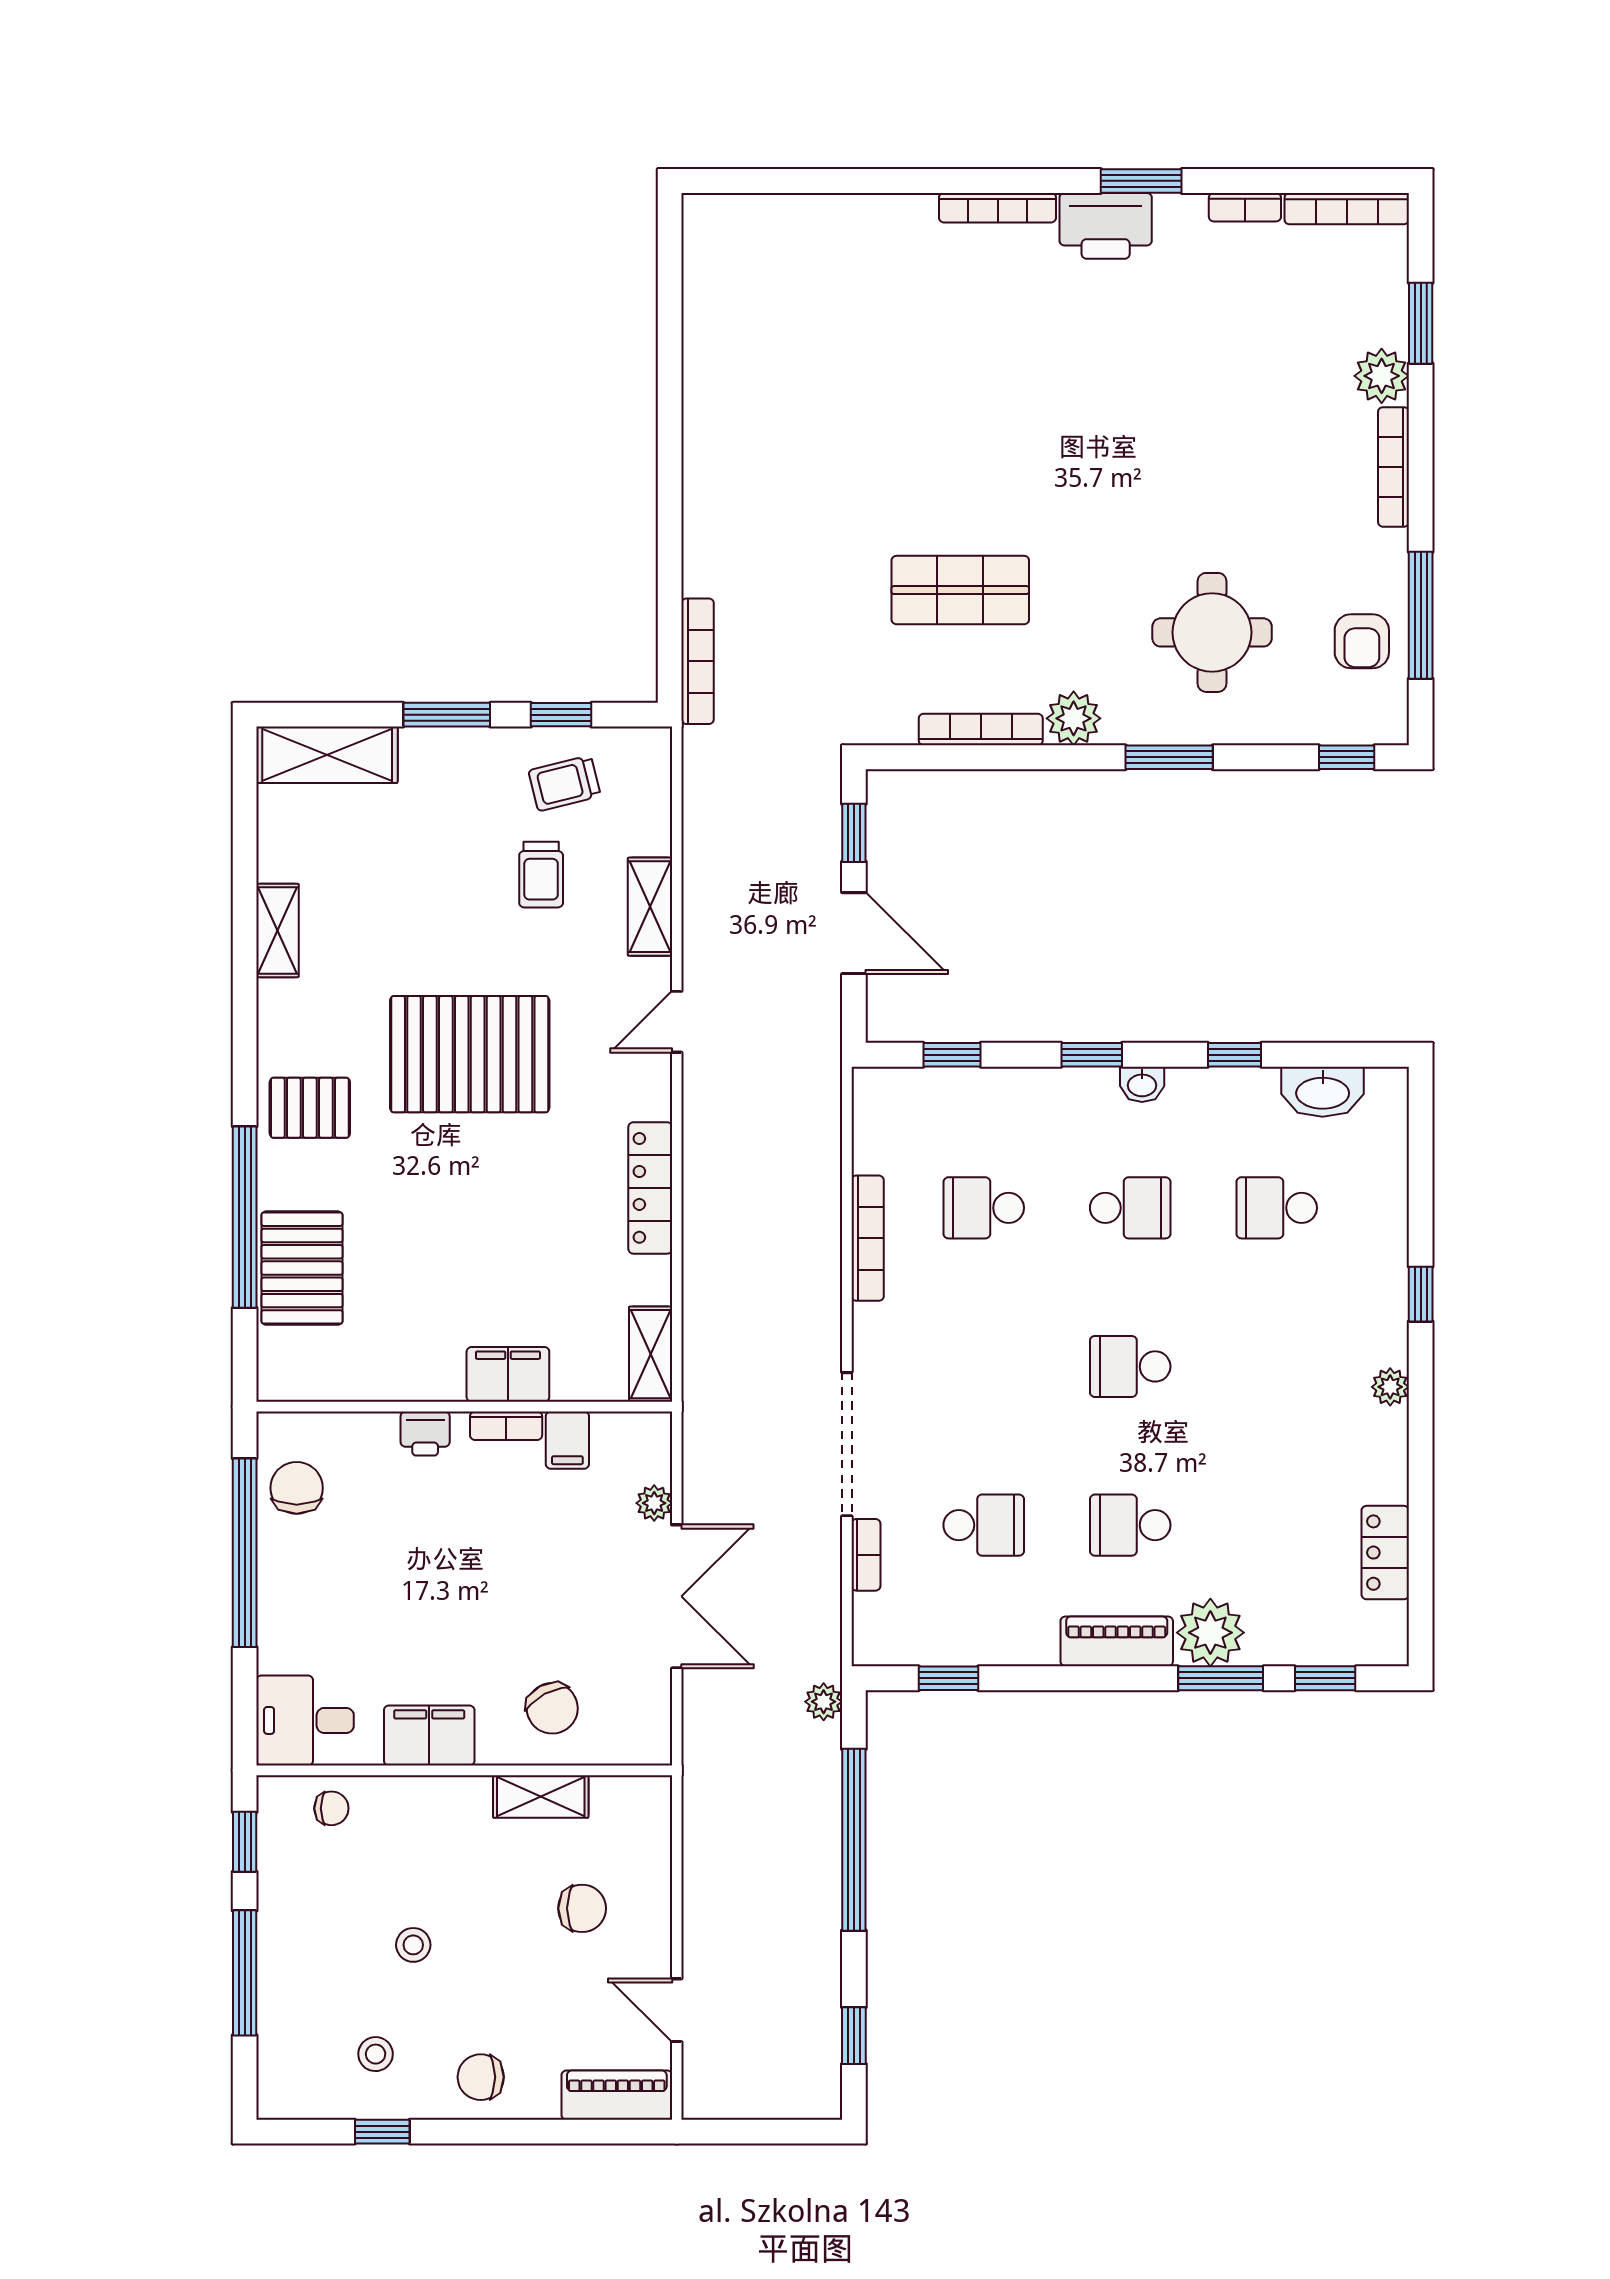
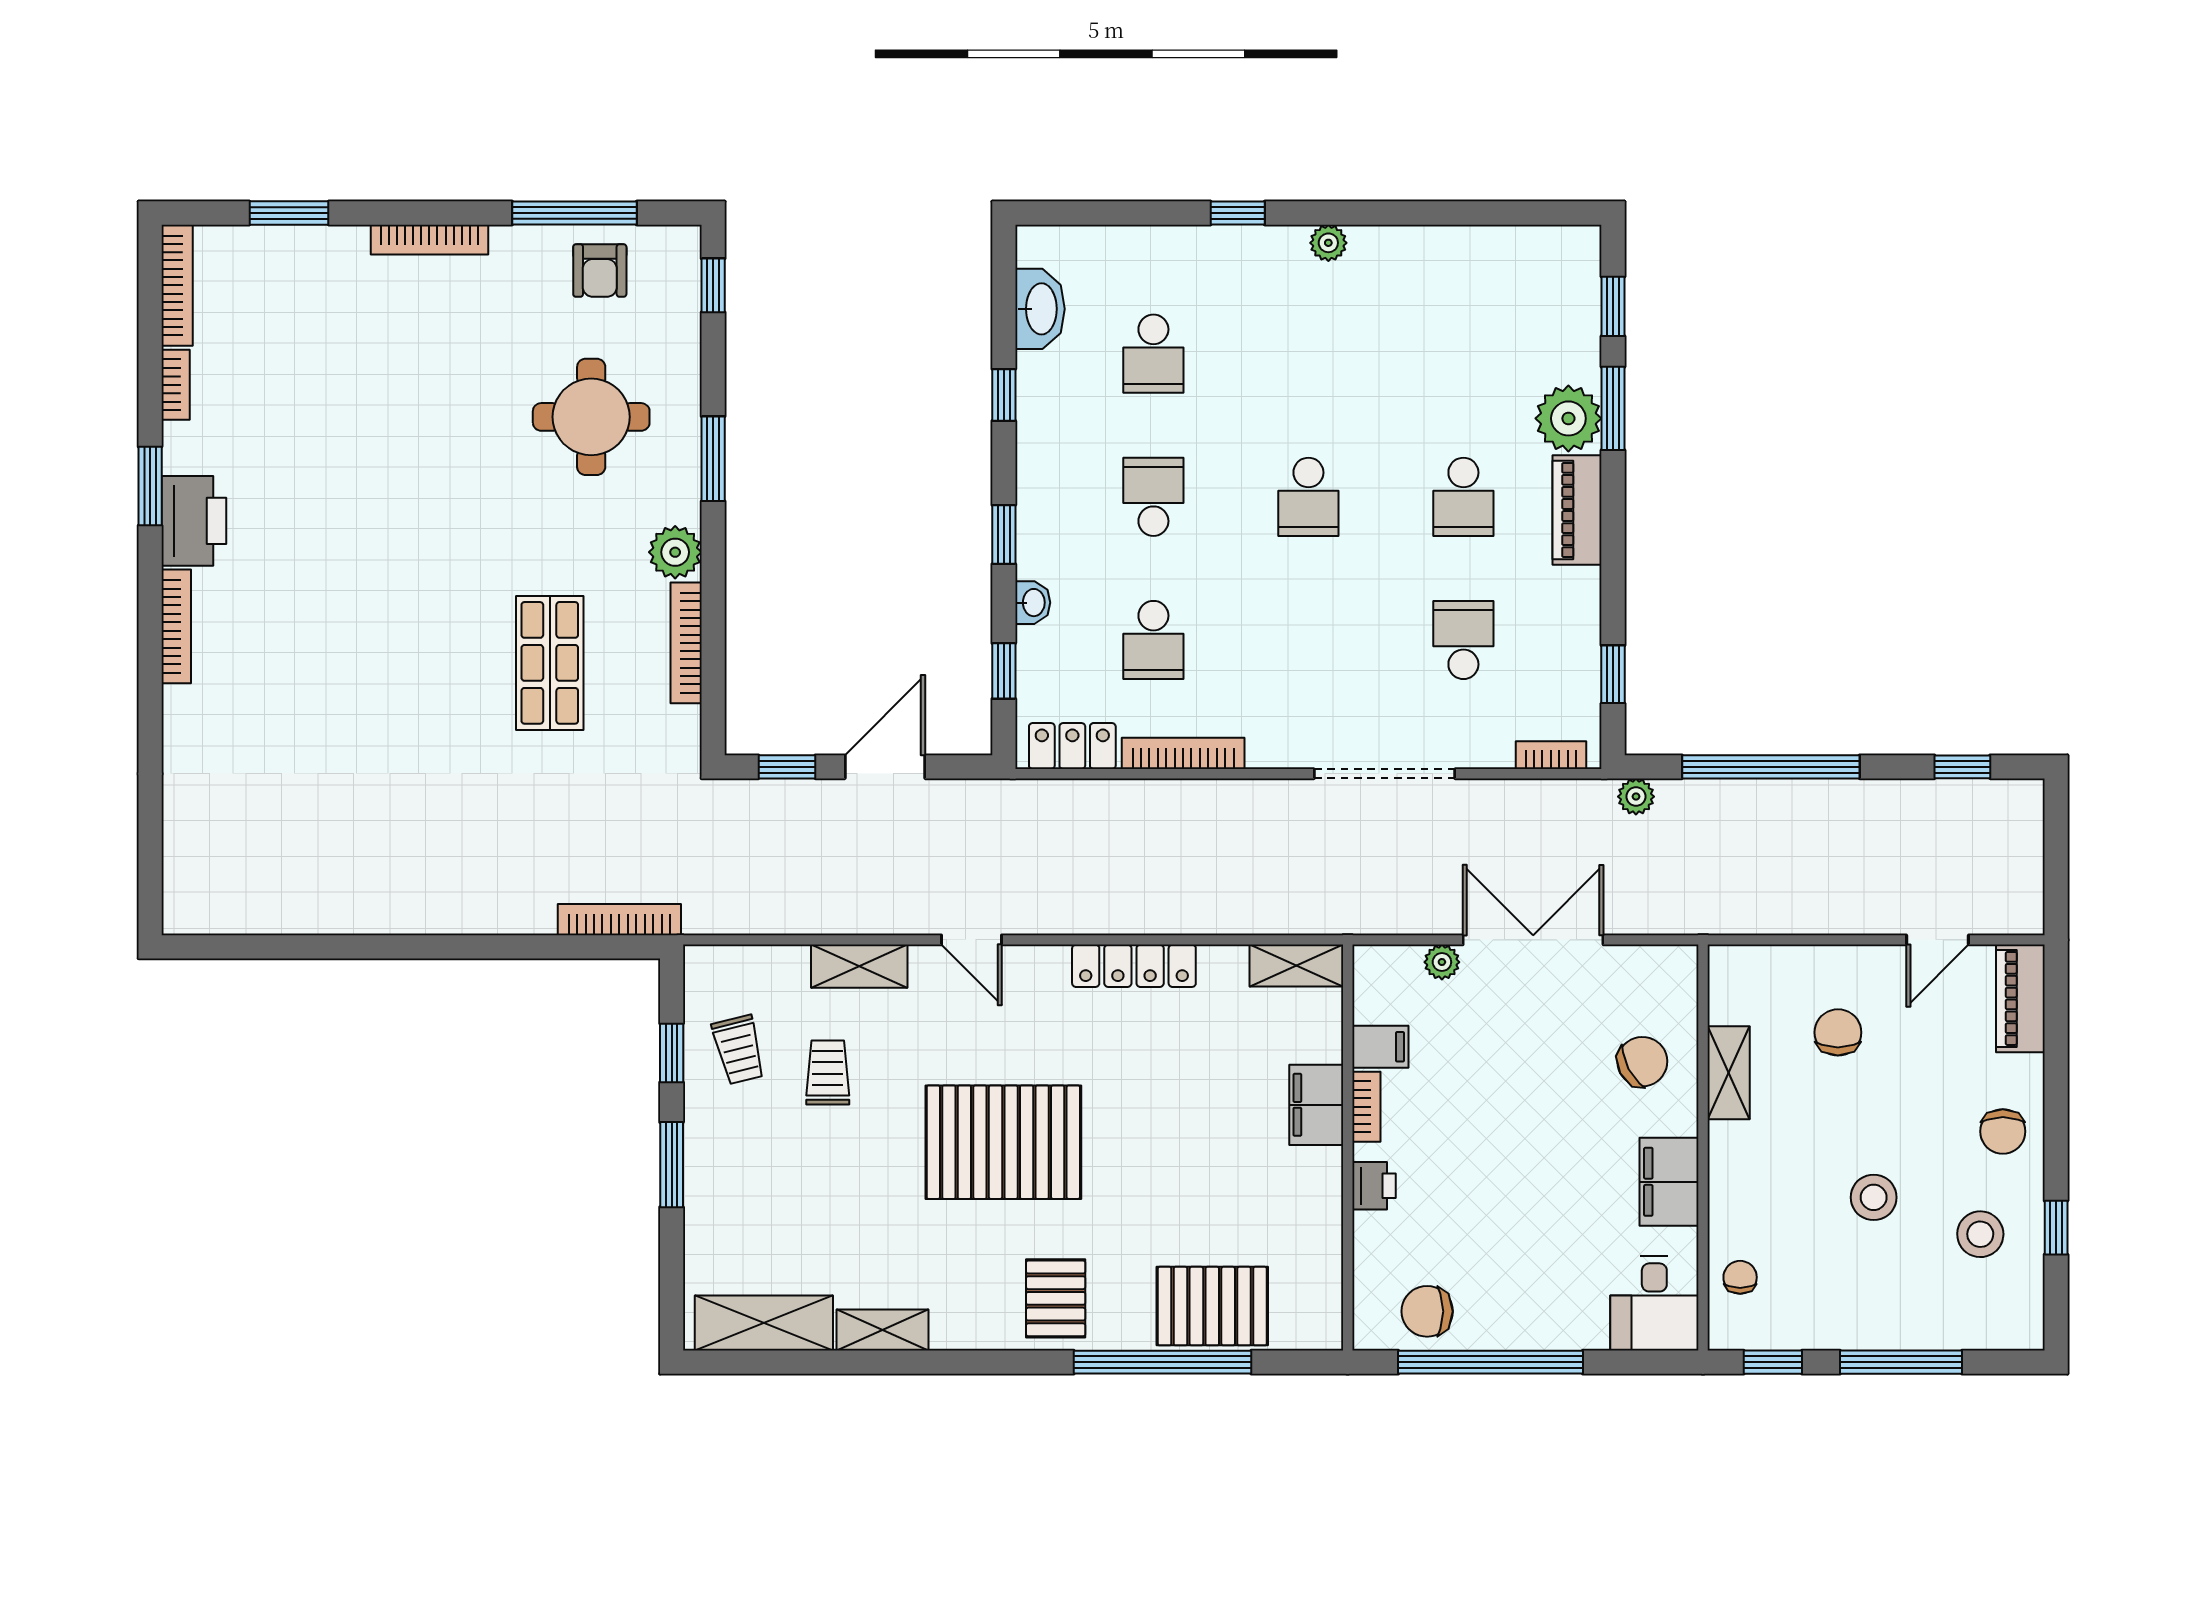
plant: (1382, 376) -> (341, 251), removed
armchair: (1362, 641) -> (600, 270), turned 90
shelving: (327, 755) -> (764, 1323), moved, turned 90
trolley: (541, 875) -> (828, 1072), turned -90
pallet: (470, 1054) -> (1003, 1142), turned 90
washbasin: (1142, 1084) -> (1033, 603), moved
locker: (1385, 1553) -> (1072, 746), moved, turned 180
bookcase: (866, 1555) -> (1551, 755), moved
stool: (413, 1945) -> (1874, 1197), width x1.37, depth x1.37
stool: (376, 2054) -> (1980, 1234), width x1.37, depth x1.37

